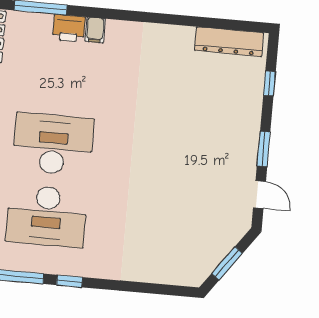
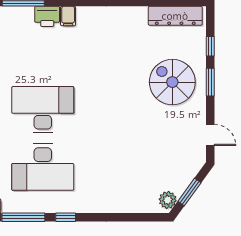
spiral stairs: (218, 124) -> (172, 82), added
window: (264, 149) -> (210, 82), moved
plant: (199, 271) -> (168, 200), added

